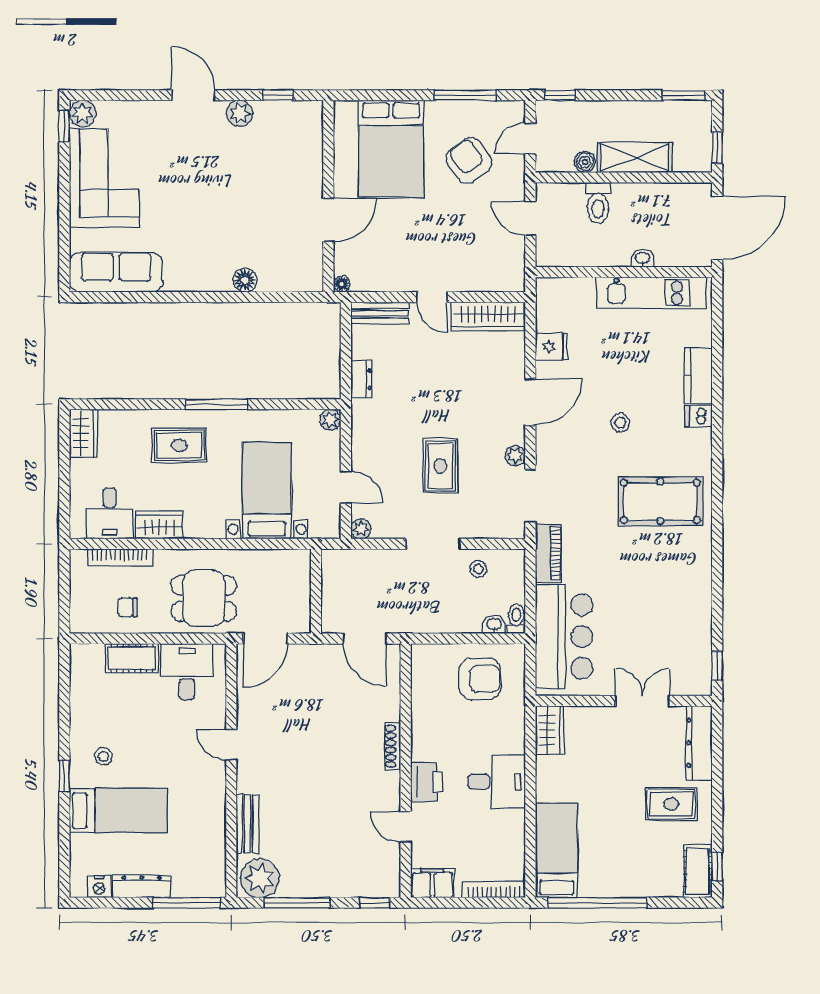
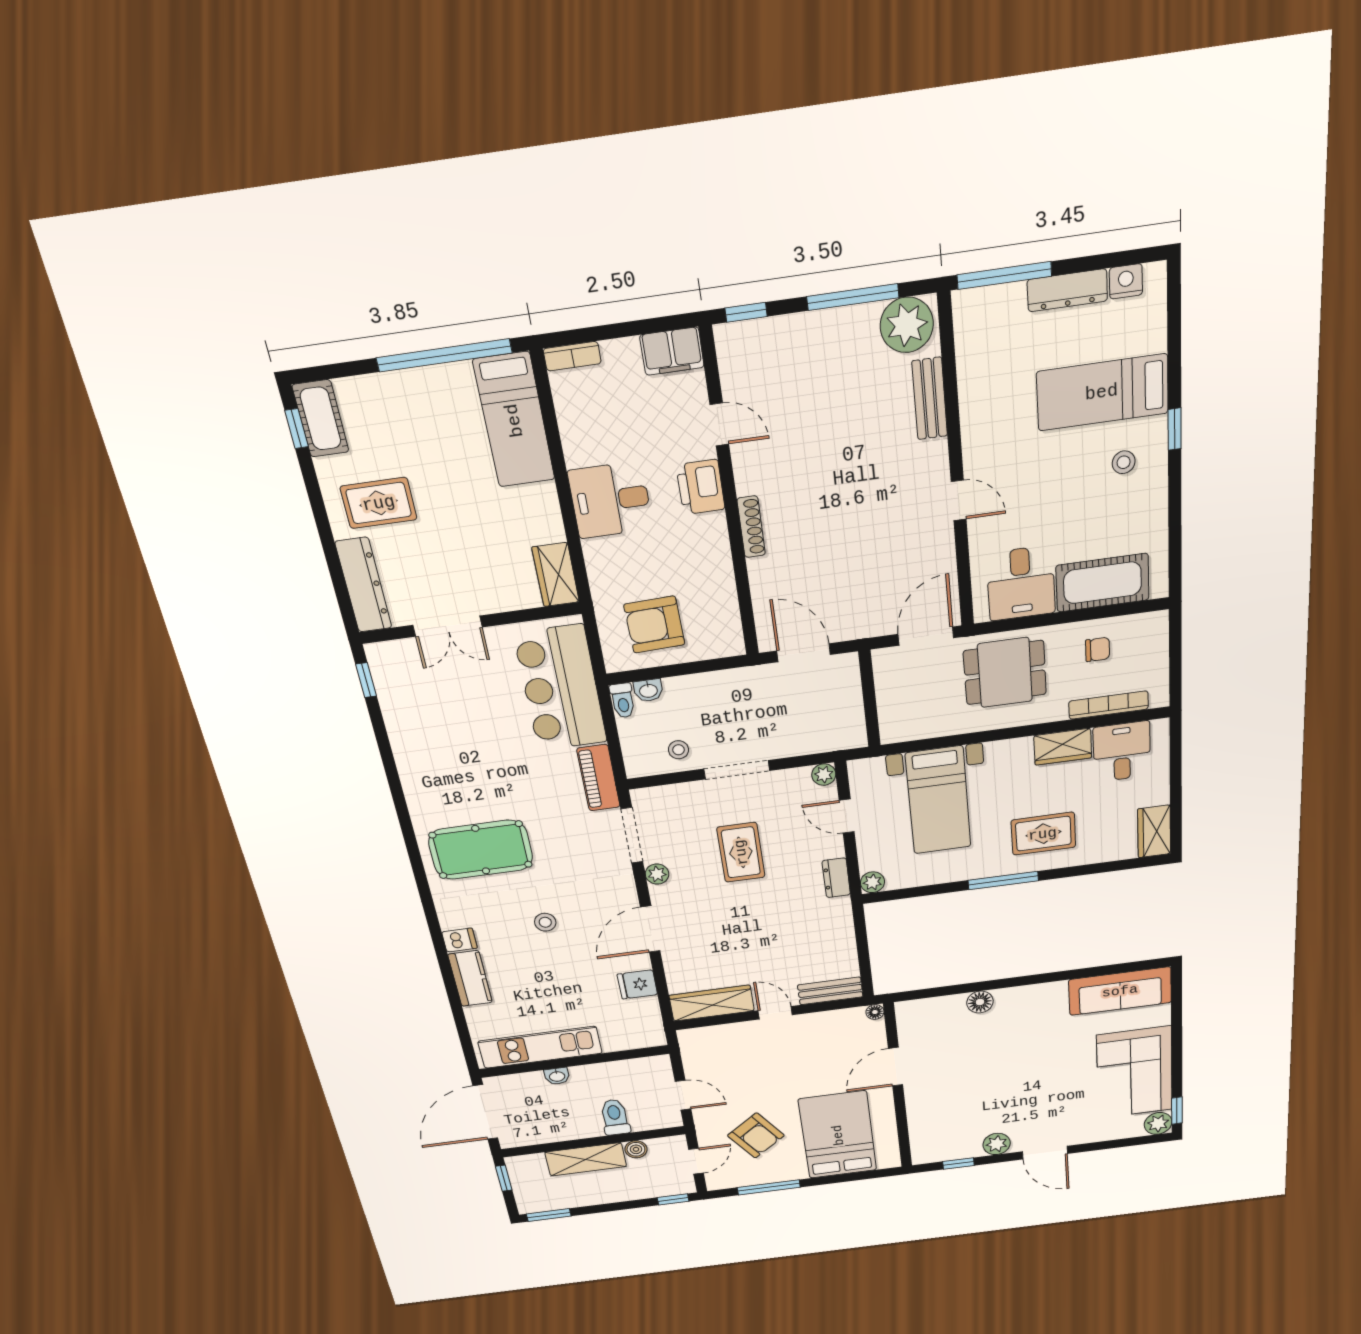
dresser: (361, 379) -> (836, 878), moved
cot: (132, 658) -> (1102, 583), width x1.37, depth x1.34
bookcase: (494, 890) -> (572, 356), width x0.64

